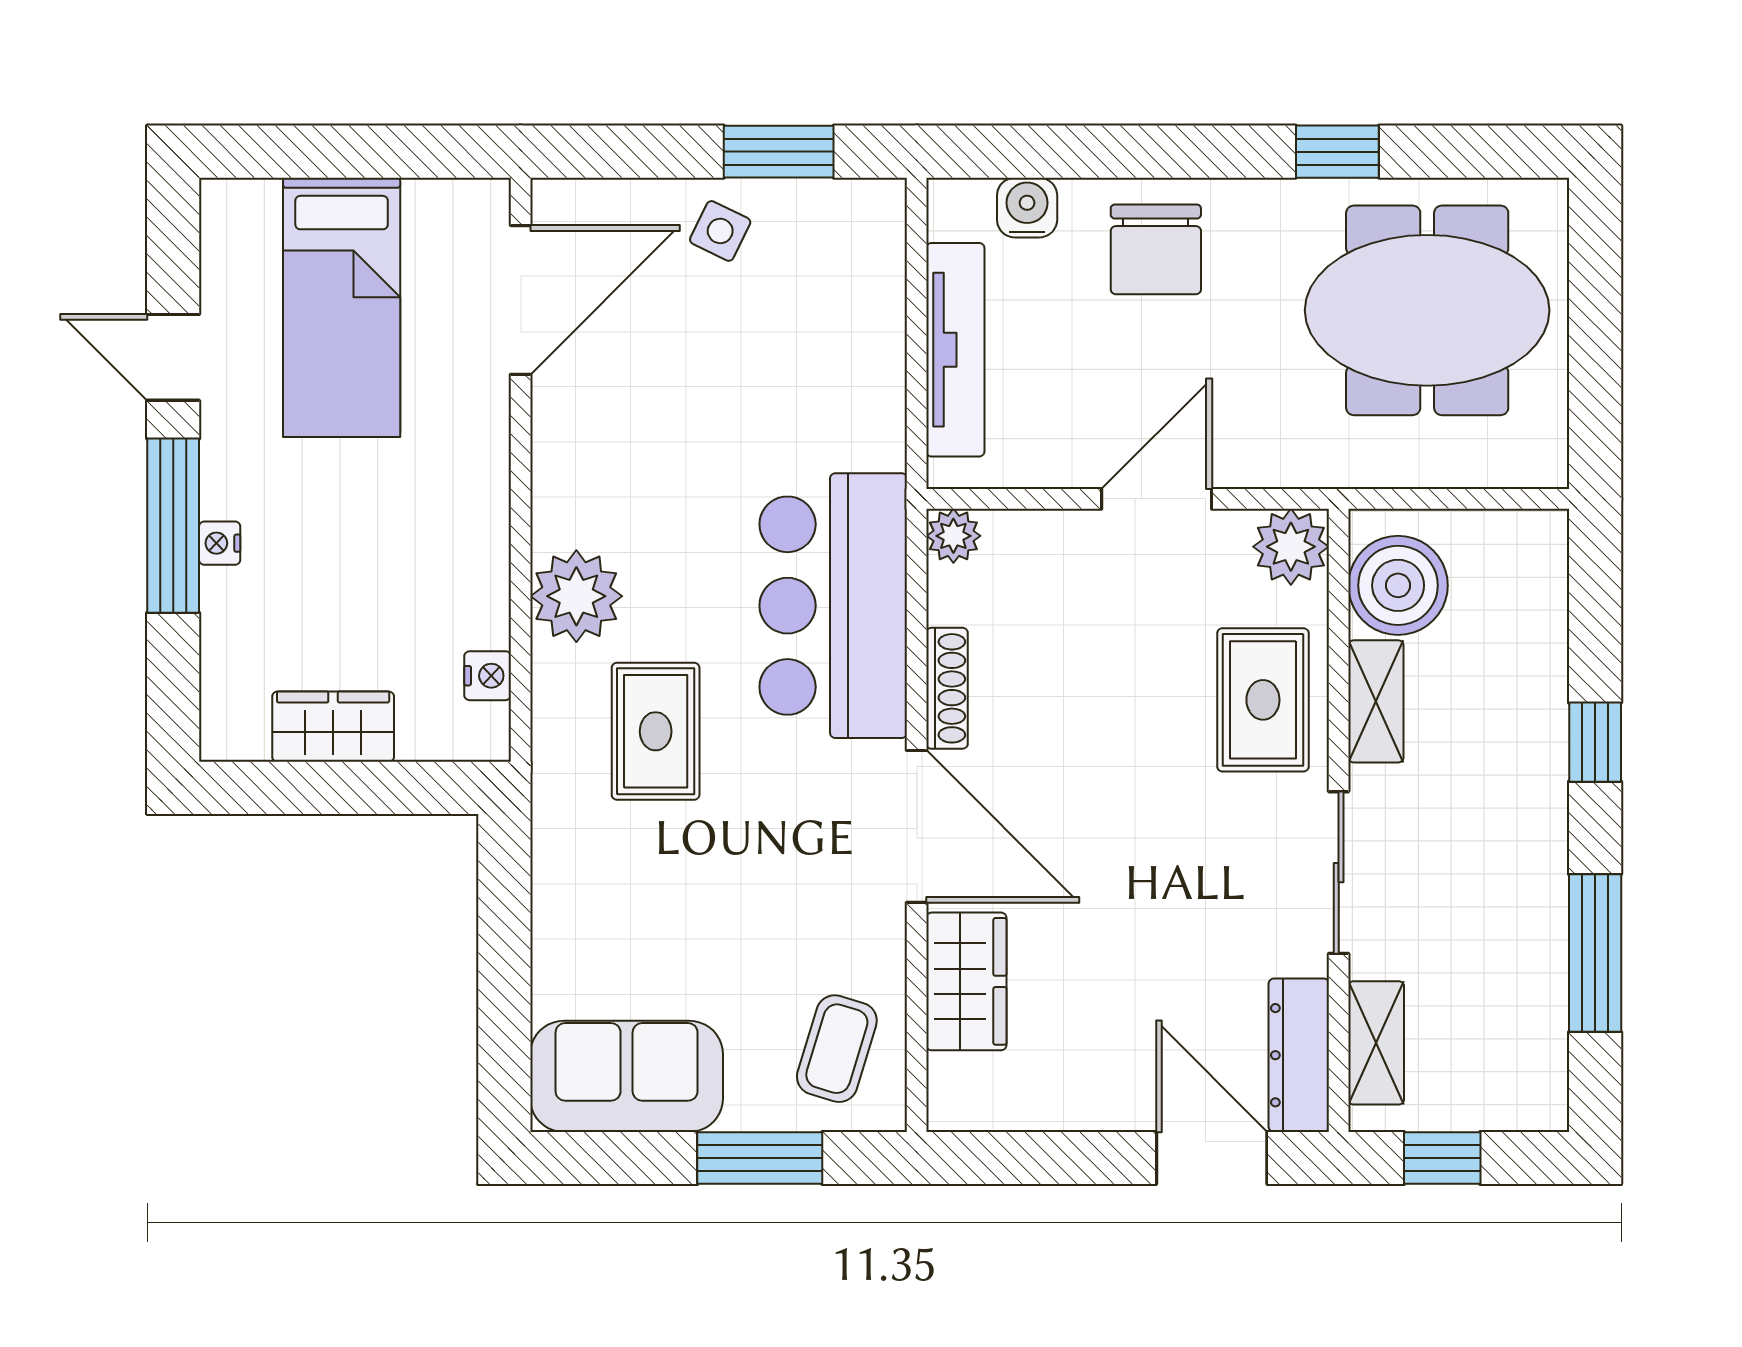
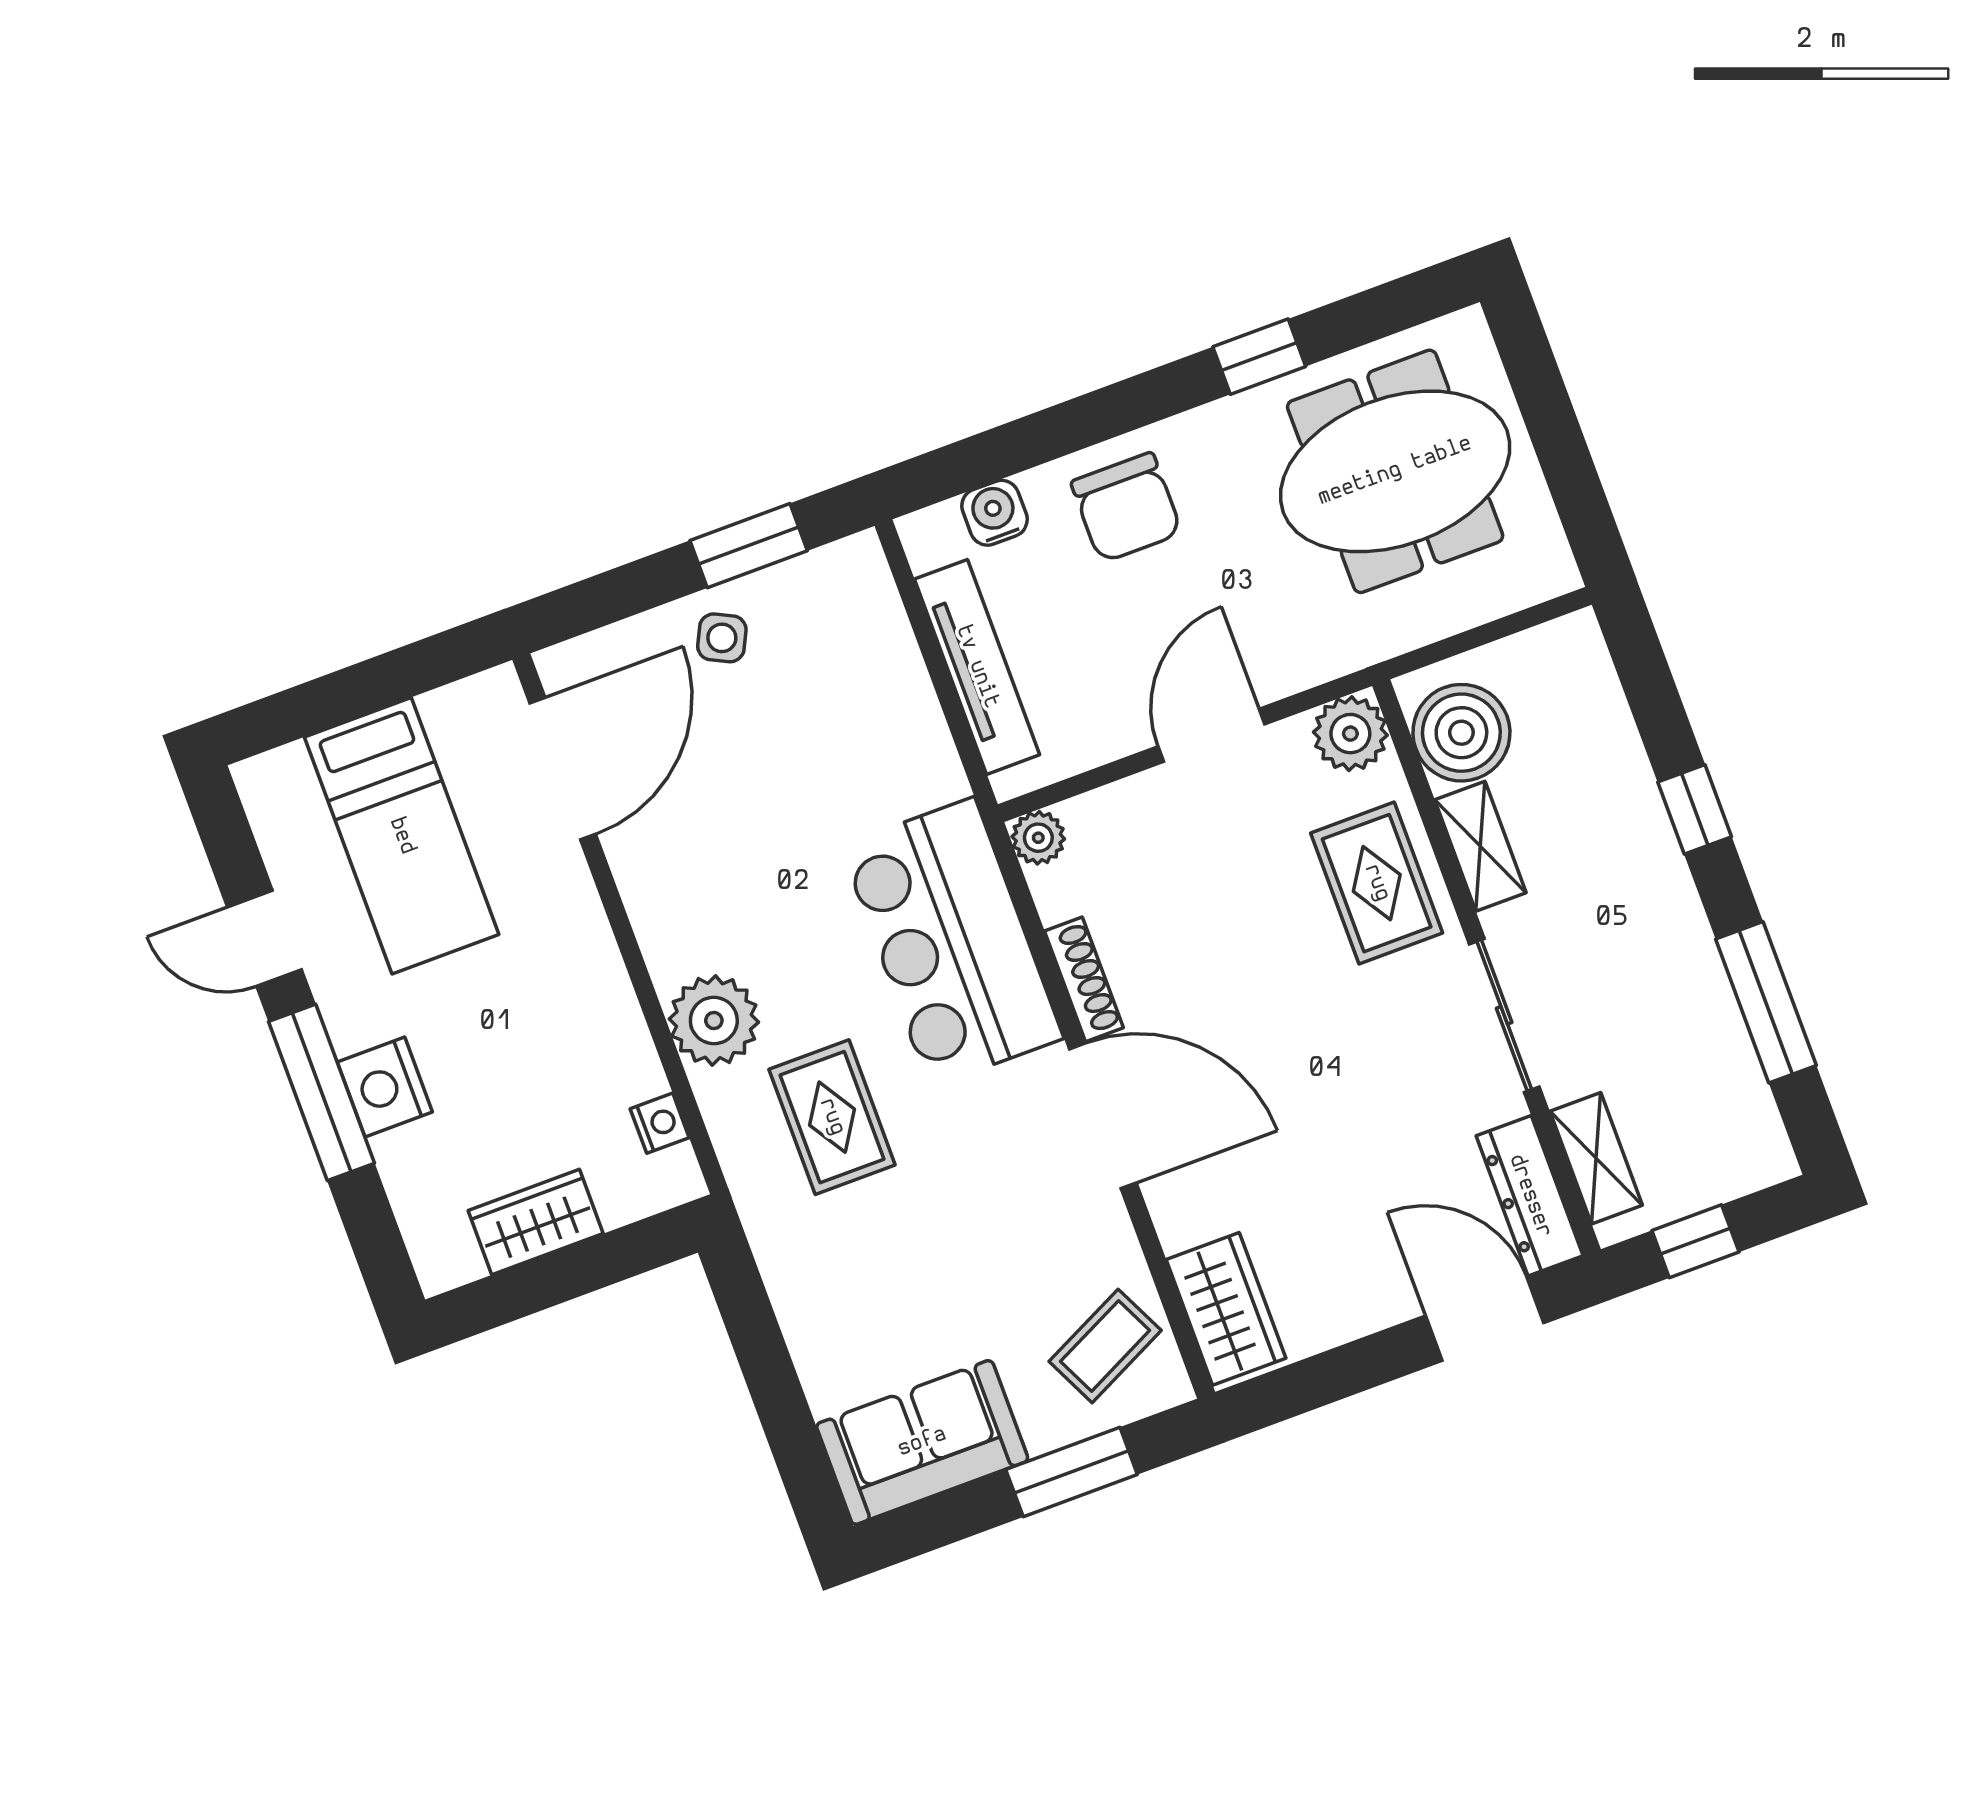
nightstand: (220, 543) -> (385, 1087), width x1.89, depth x1.79
wardrobe: (966, 981) -> (1226, 1309), moved
coffee table: (837, 1049) -> (1105, 1346), turned 47

